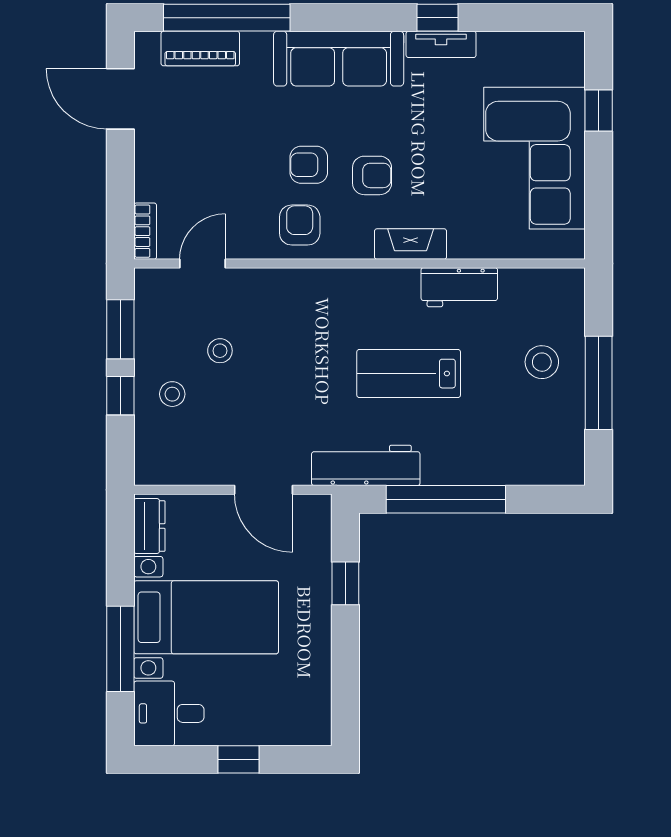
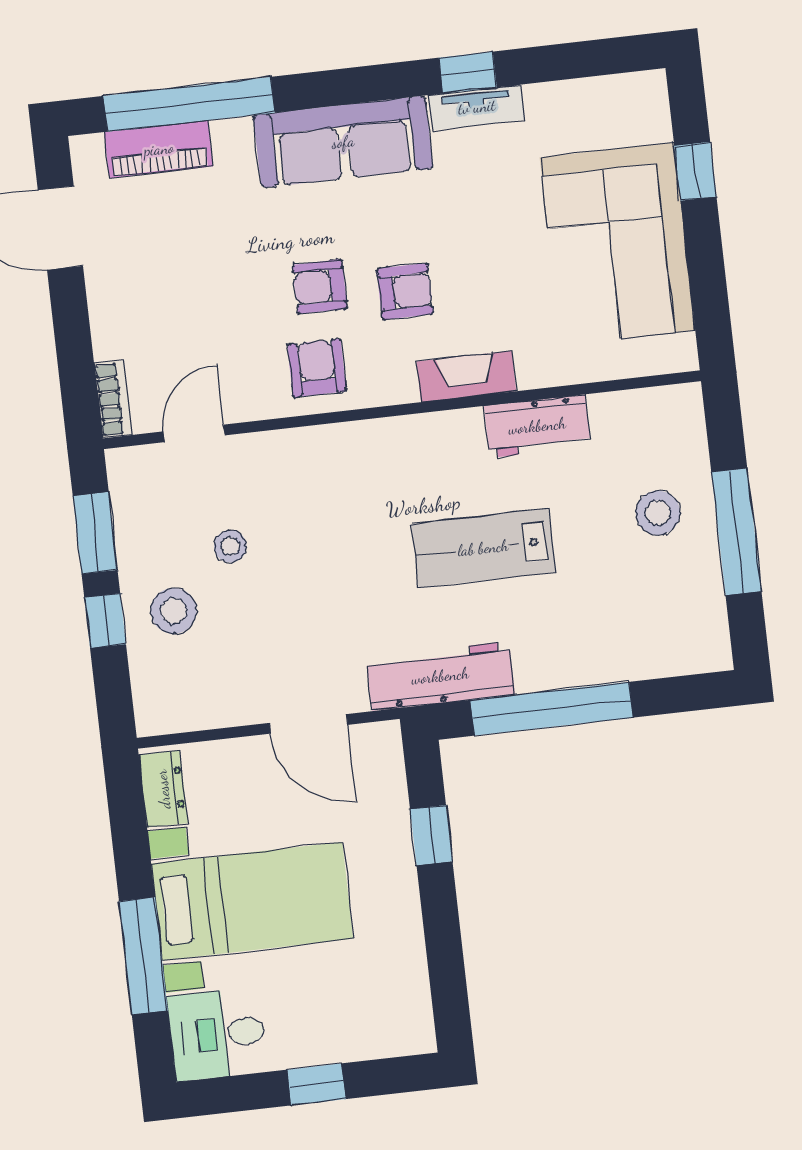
stool: (172, 394) -> (174, 611), width x1.37, depth x1.37

